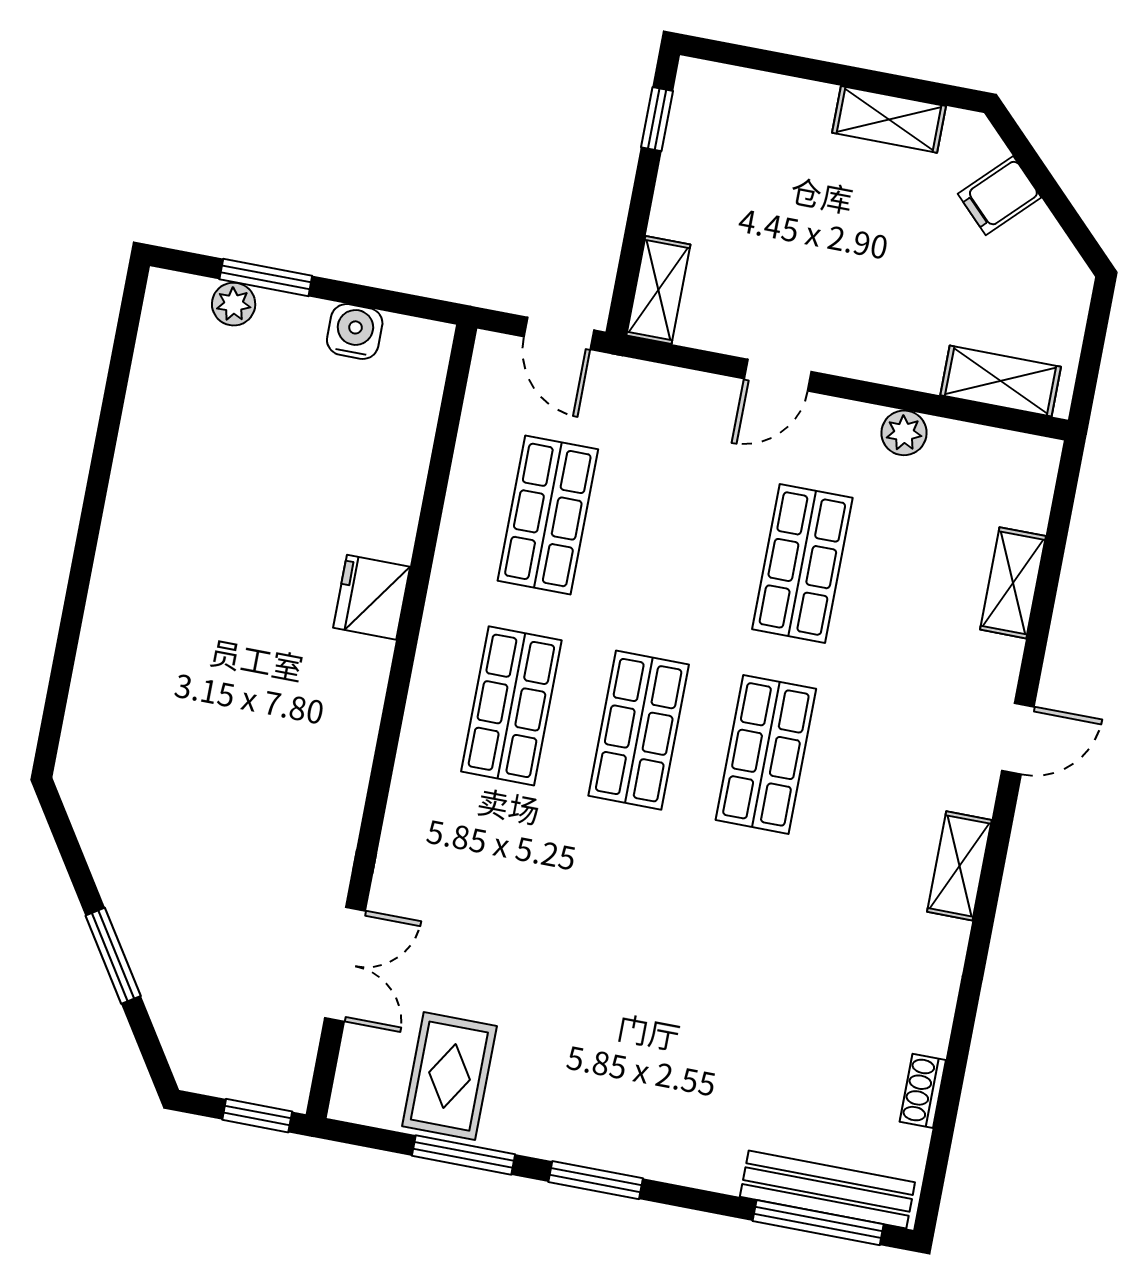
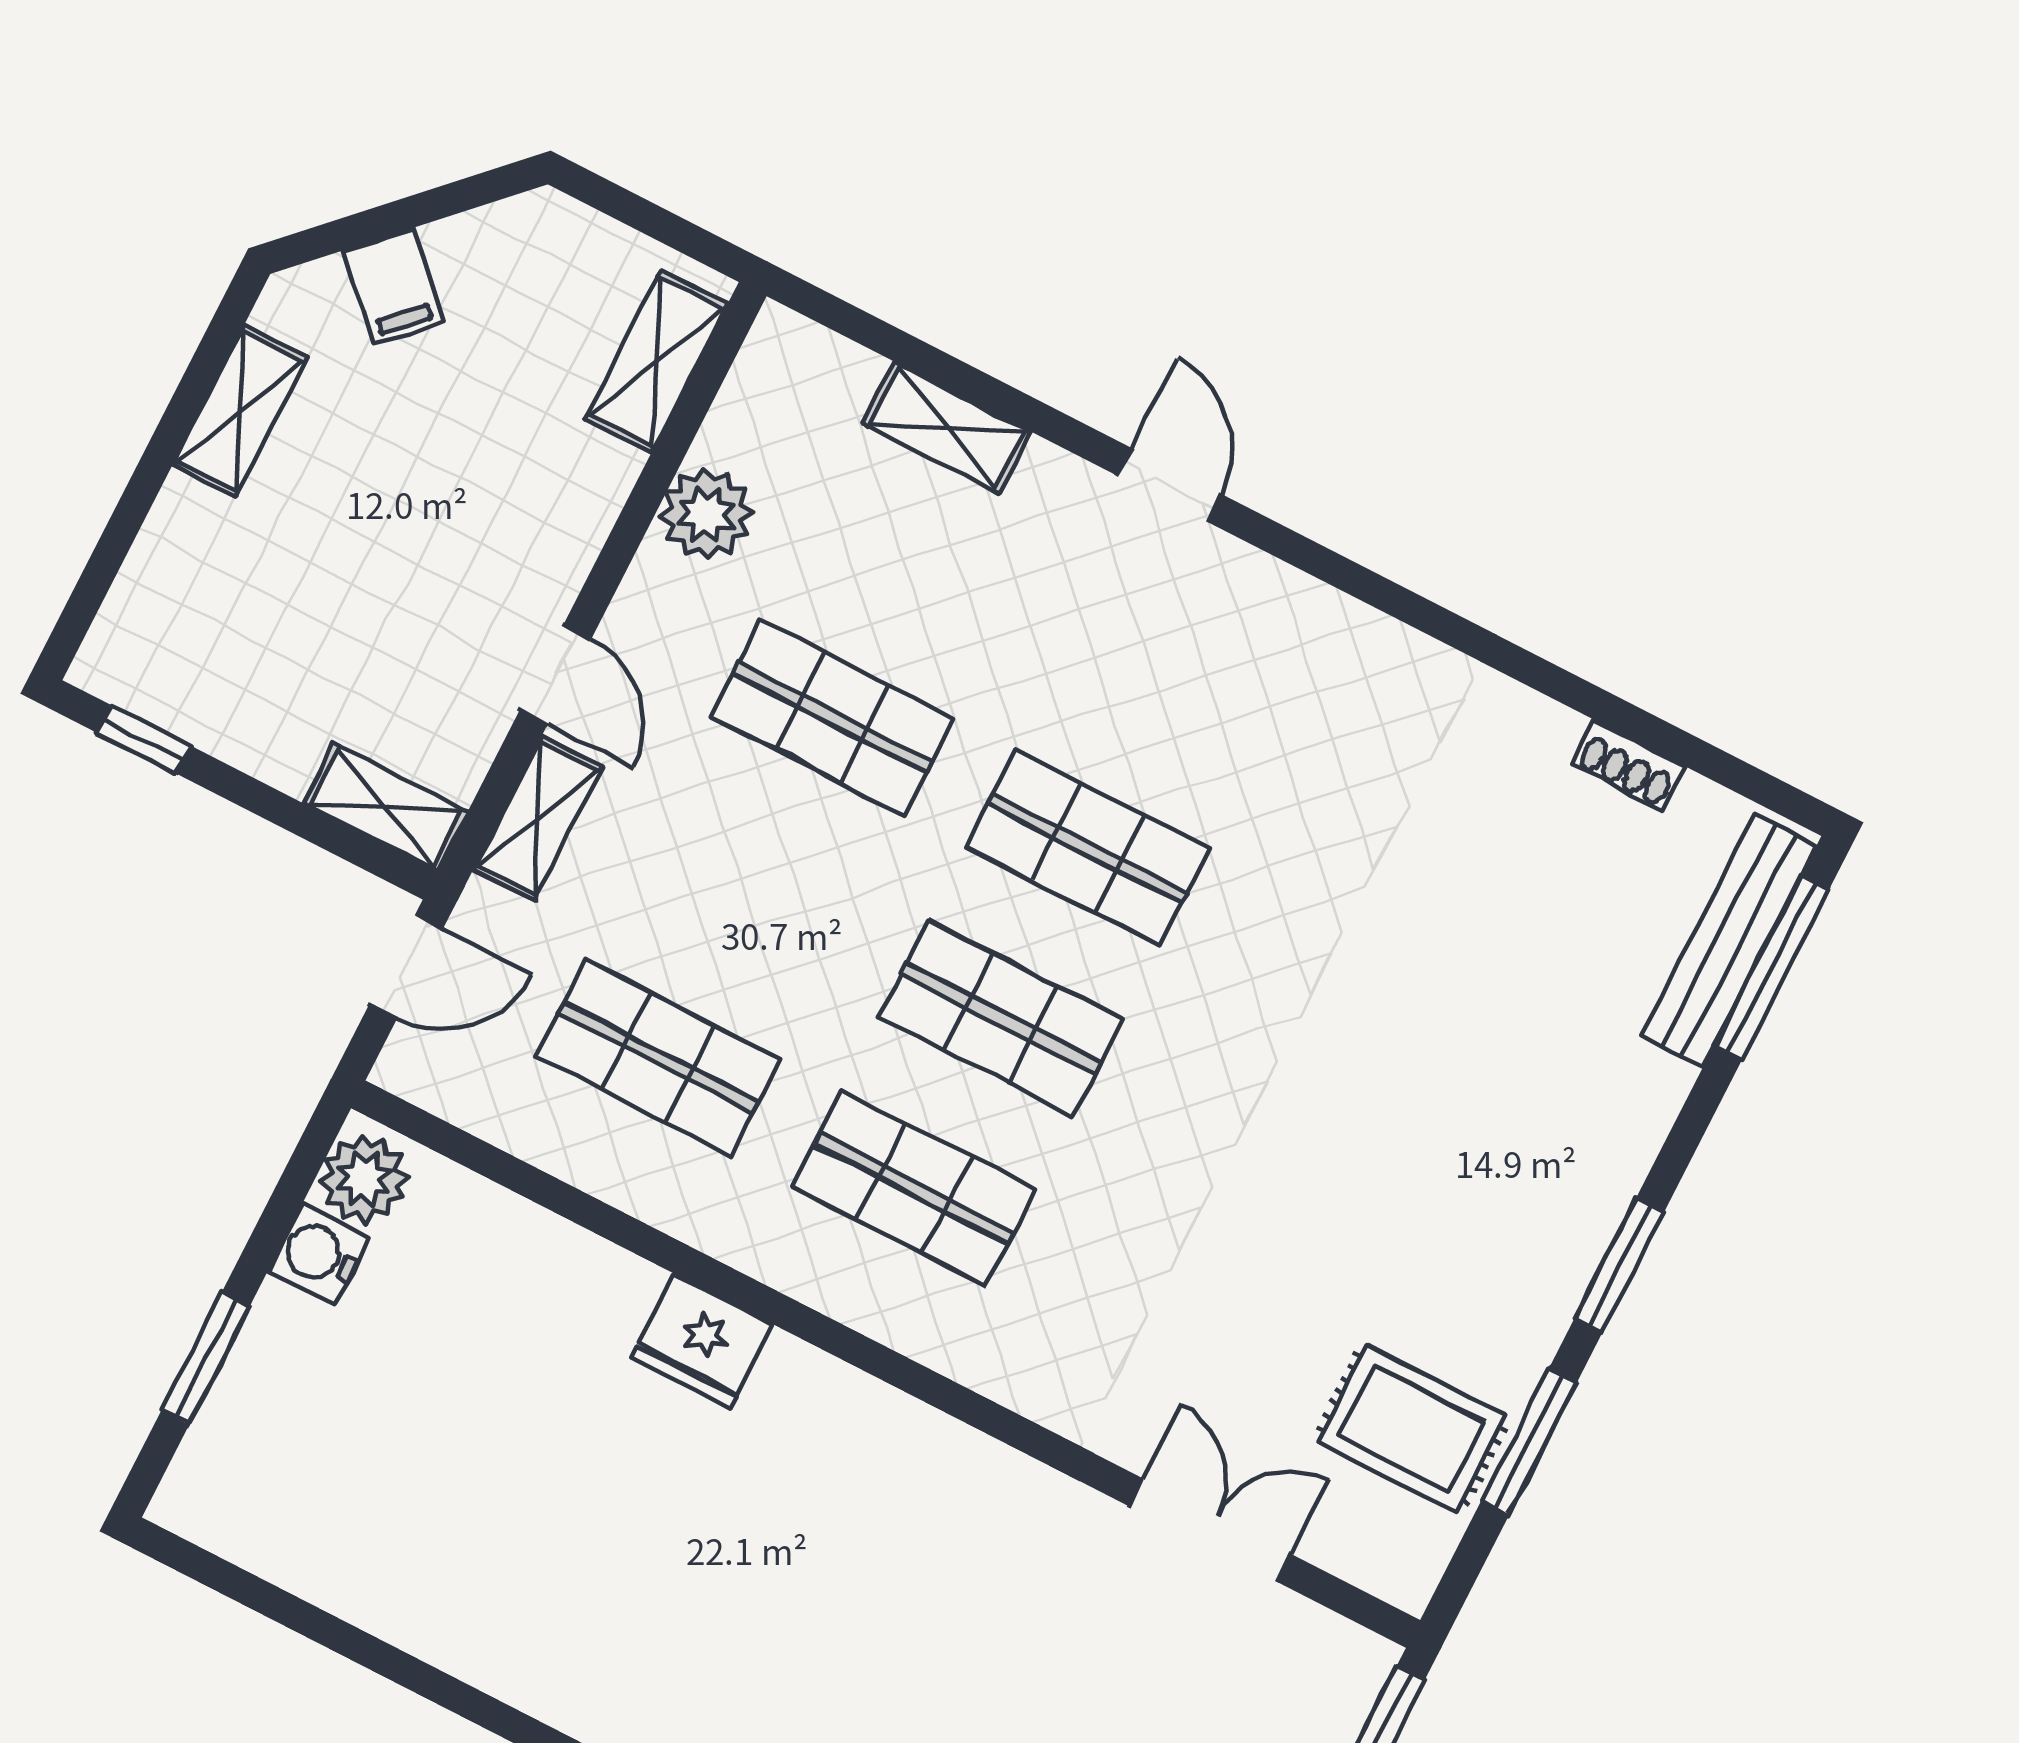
plant: (234, 304) -> (364, 1179), moved, width x1.38, depth x1.38
plant: (904, 433) -> (706, 514), width x1.38, depth x1.38
shelving: (959, 866) -> (538, 818), moved, turned 90

